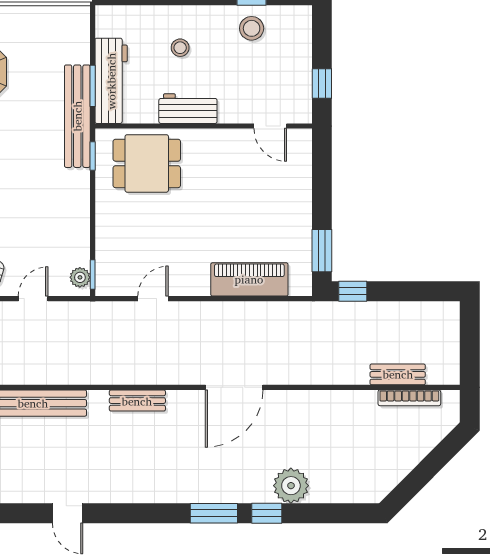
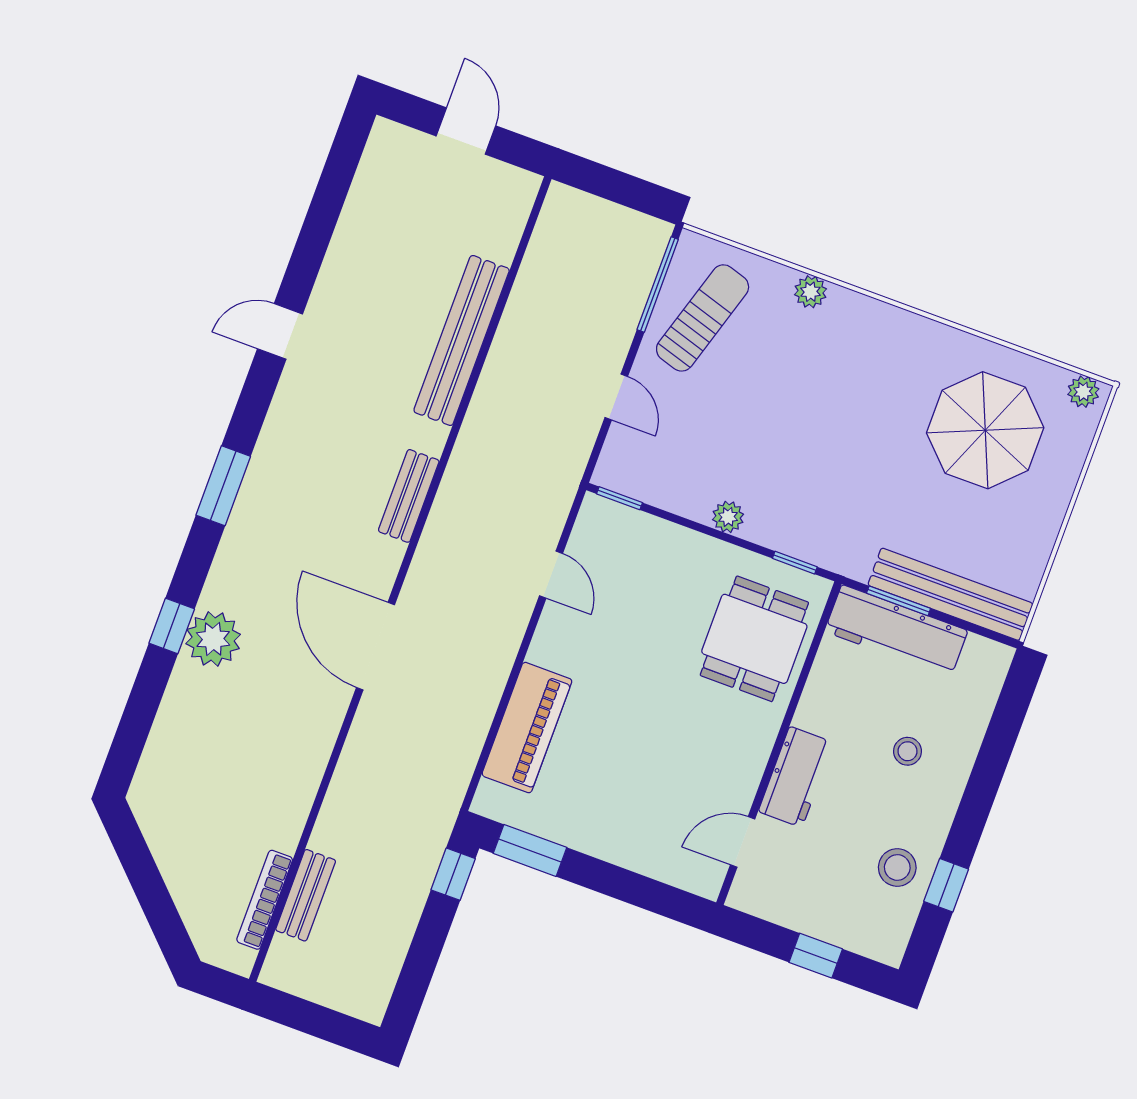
window: (322, 83) -> (816, 956), moved
workbench: (188, 109) -> (796, 777), moved
bench: (77, 116) -> (950, 594), moved
plant: (80, 277) -> (728, 517), moved
plant: (291, 486) -> (213, 639), moved
window: (214, 513) -> (223, 486), moved

